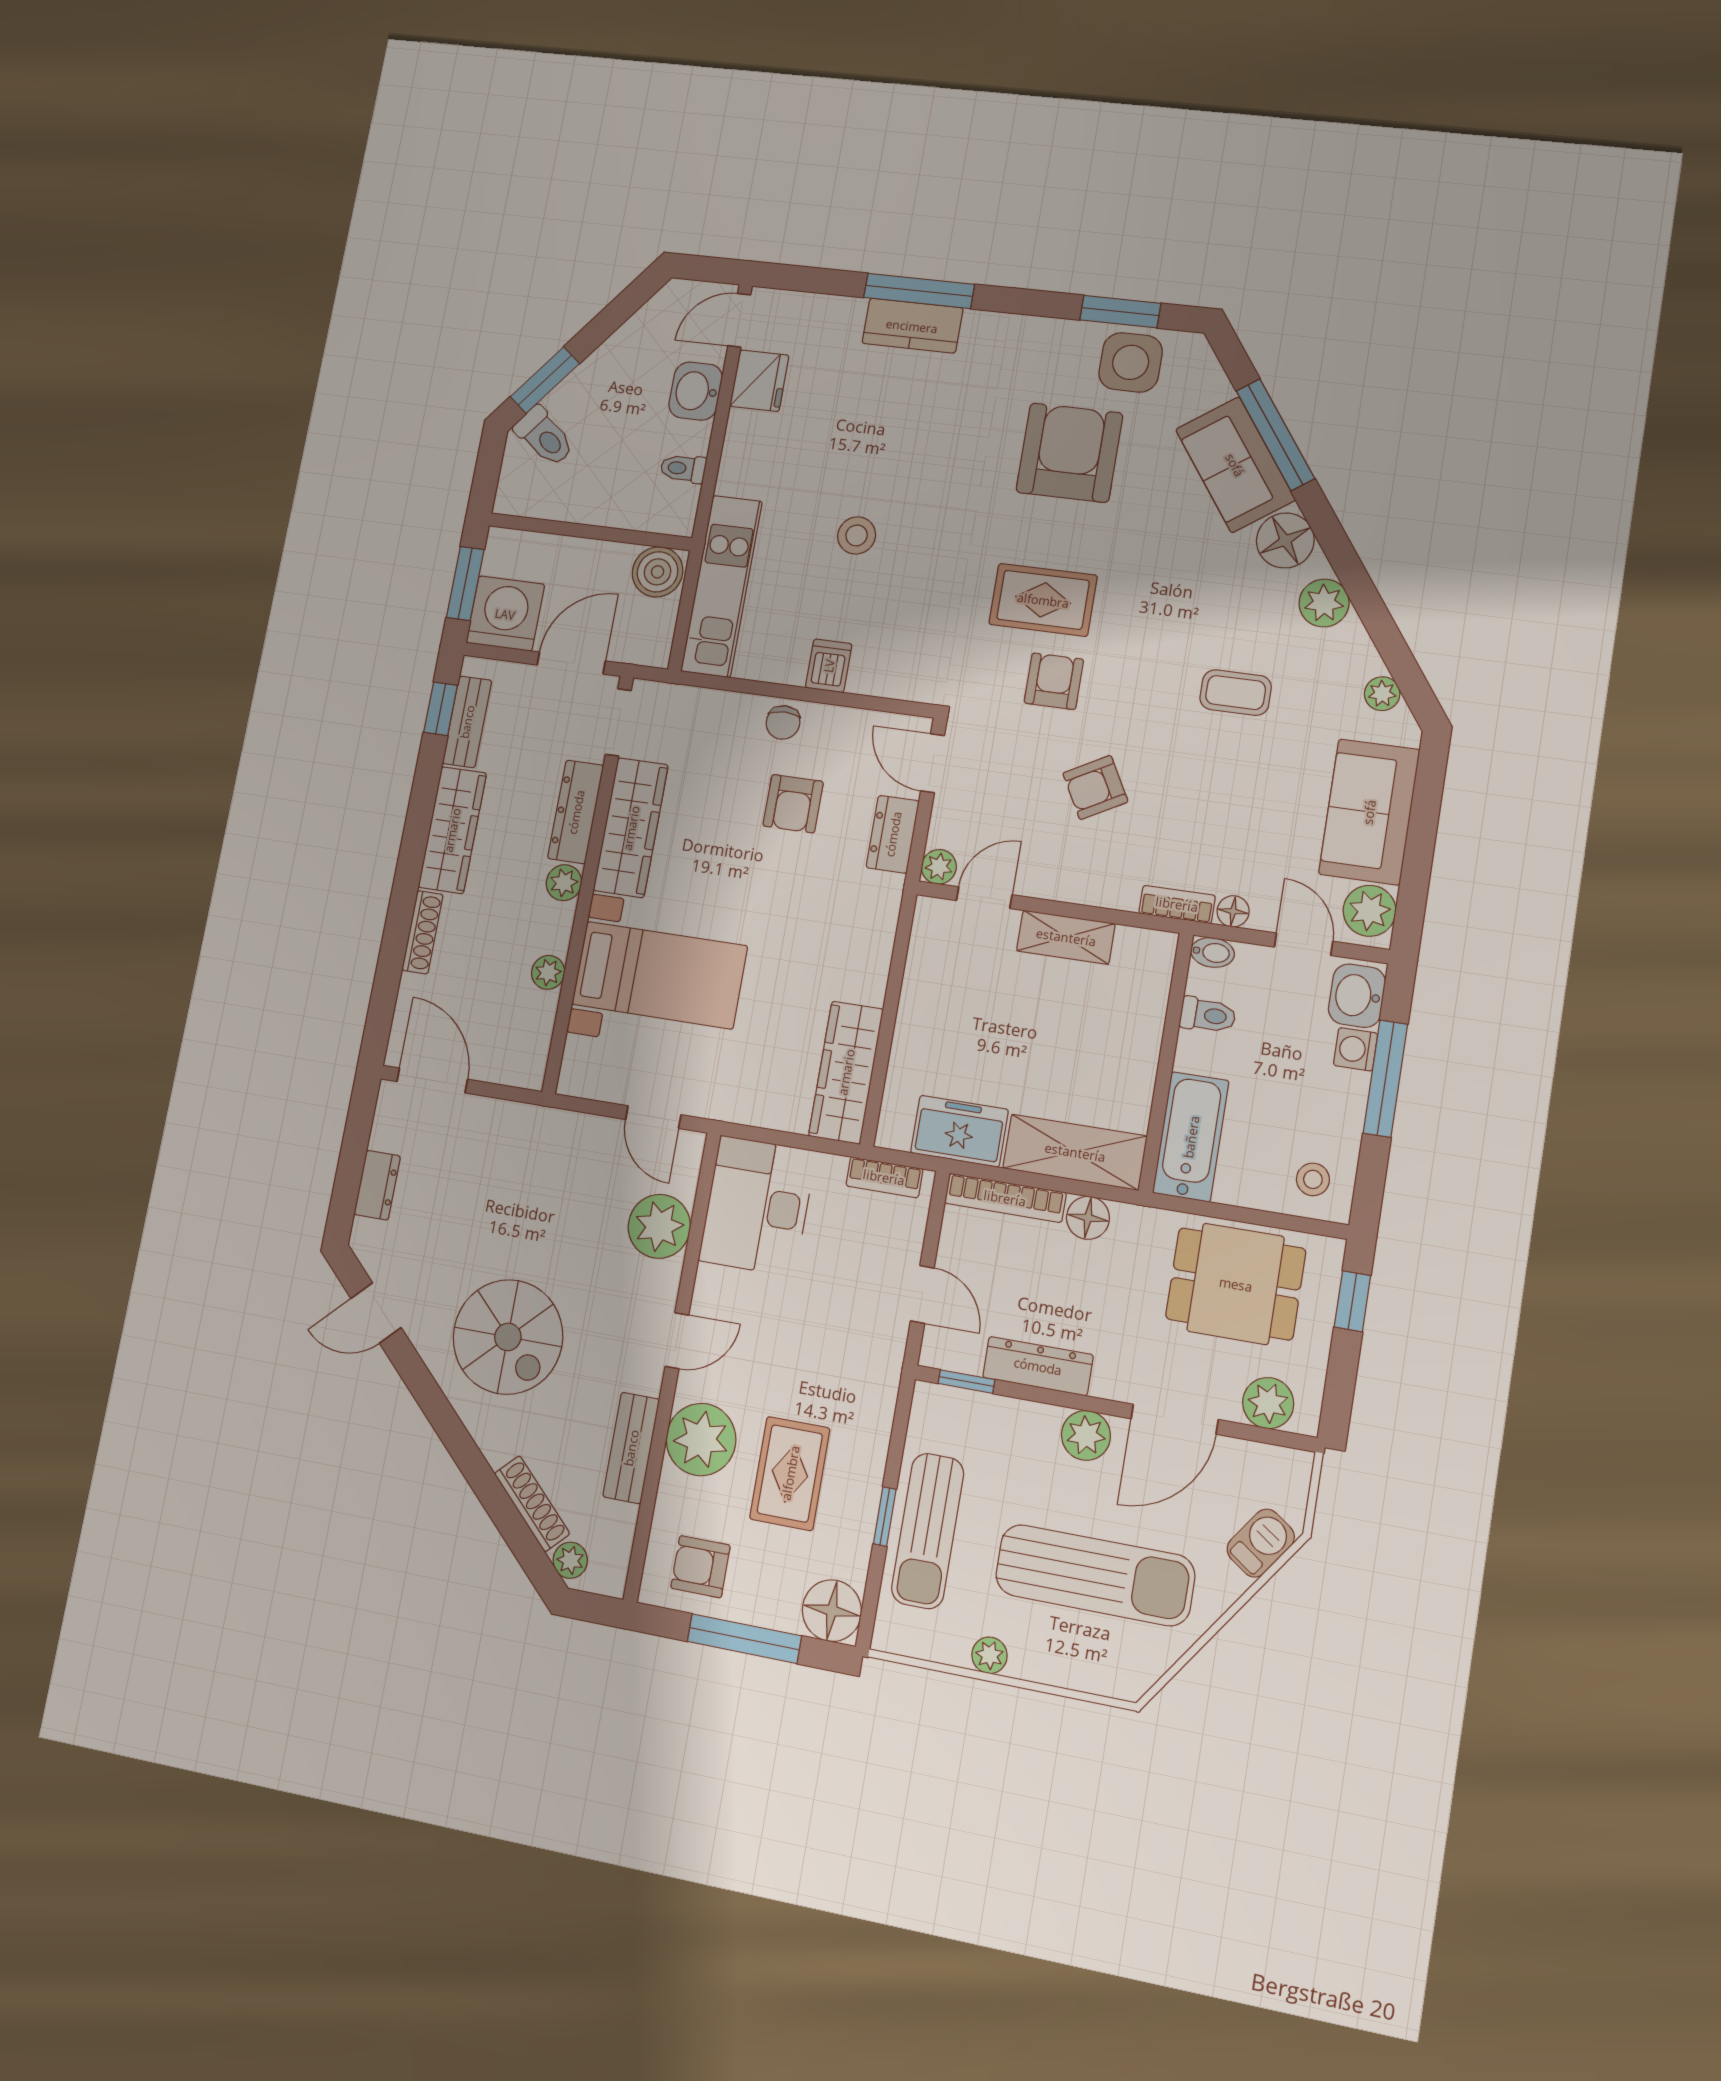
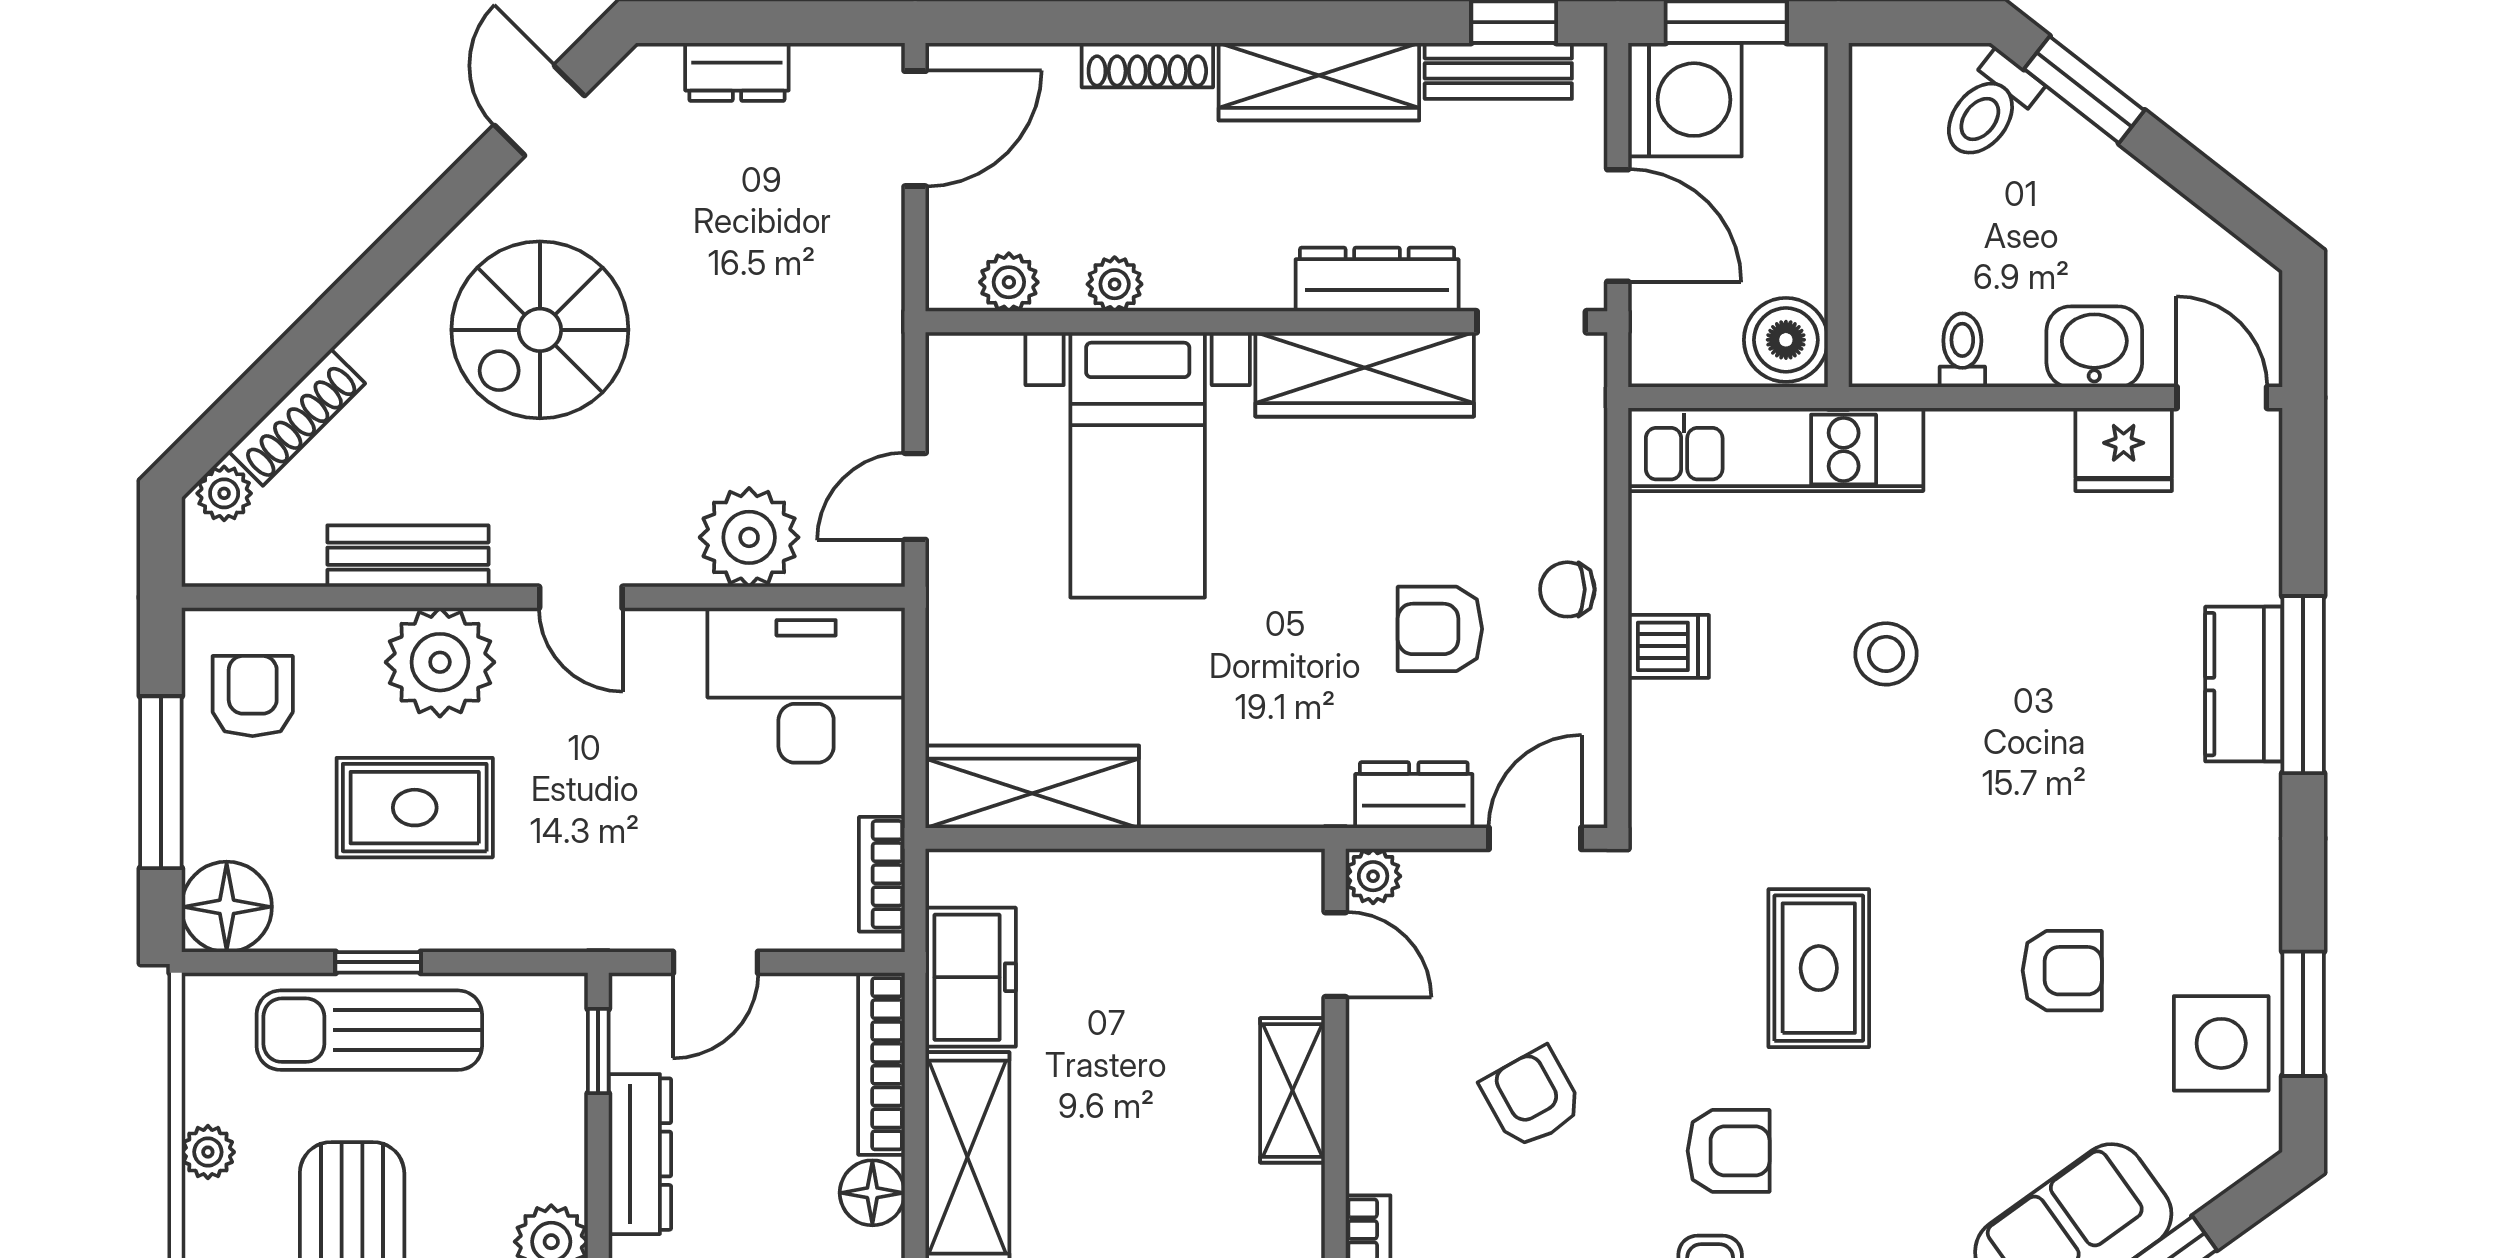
armchair: (1069, 453) -> (2062, 971), width x0.53, depth x0.53
armchair: (1054, 681) -> (1729, 1151), moved
plant: (564, 883) -> (1009, 282), moved

